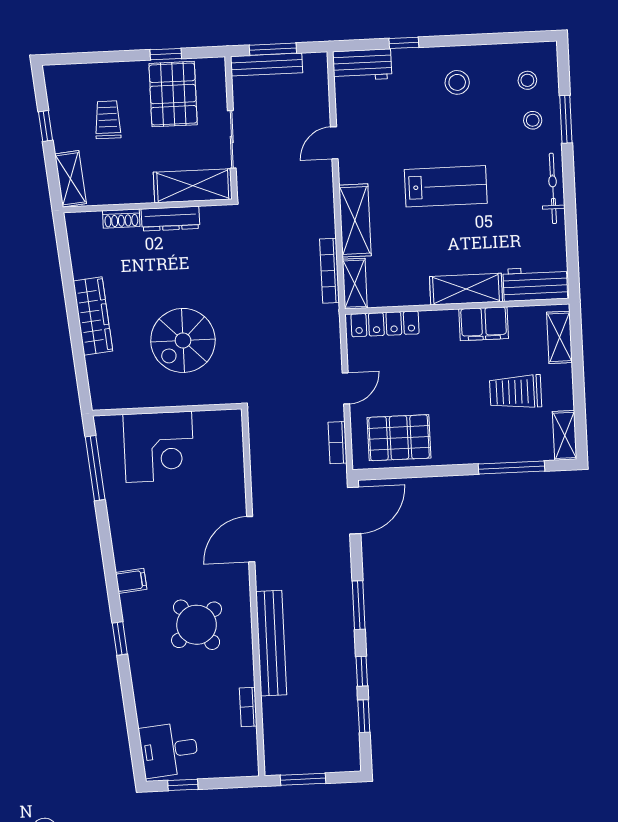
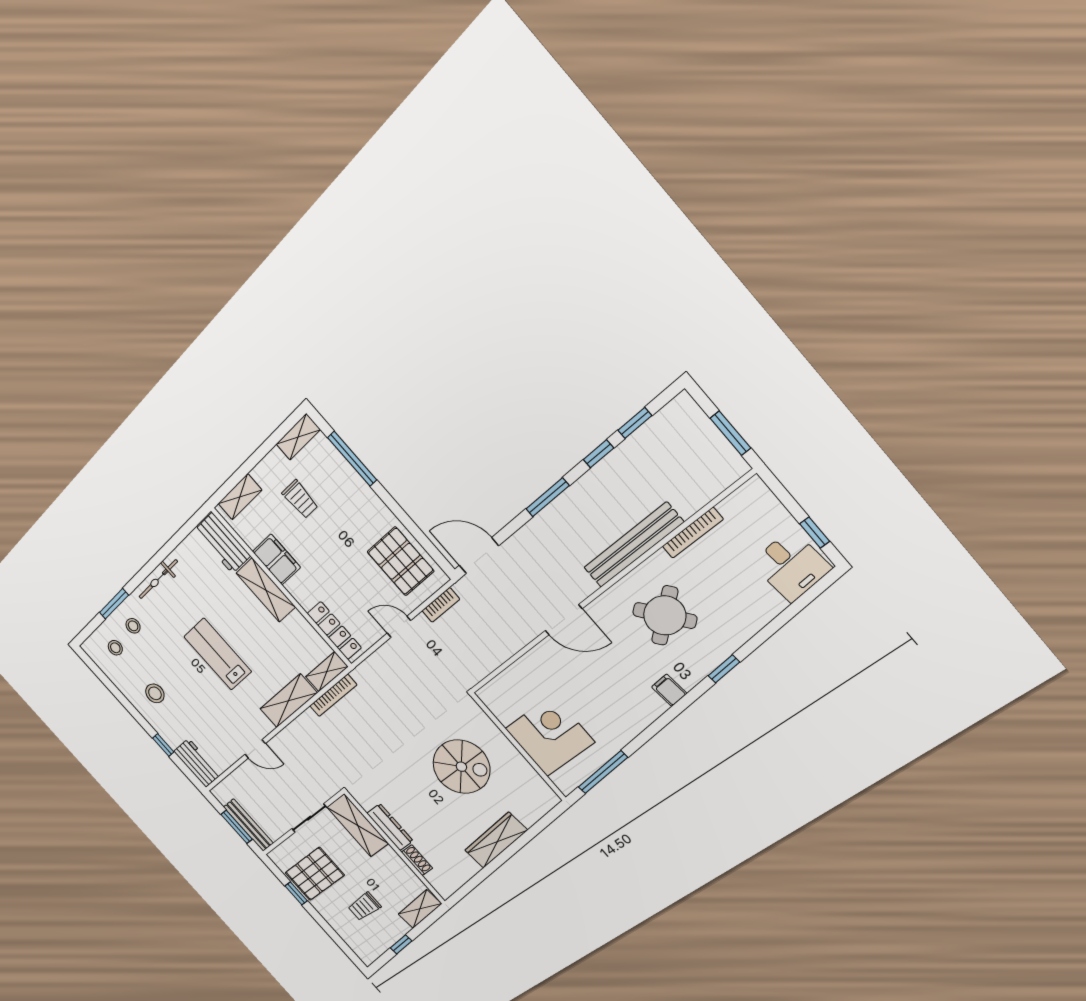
trolley: (516, 392) -> (300, 499), width x0.73, depth x0.72
bookcase: (248, 707) -> (693, 533), width x1.56

